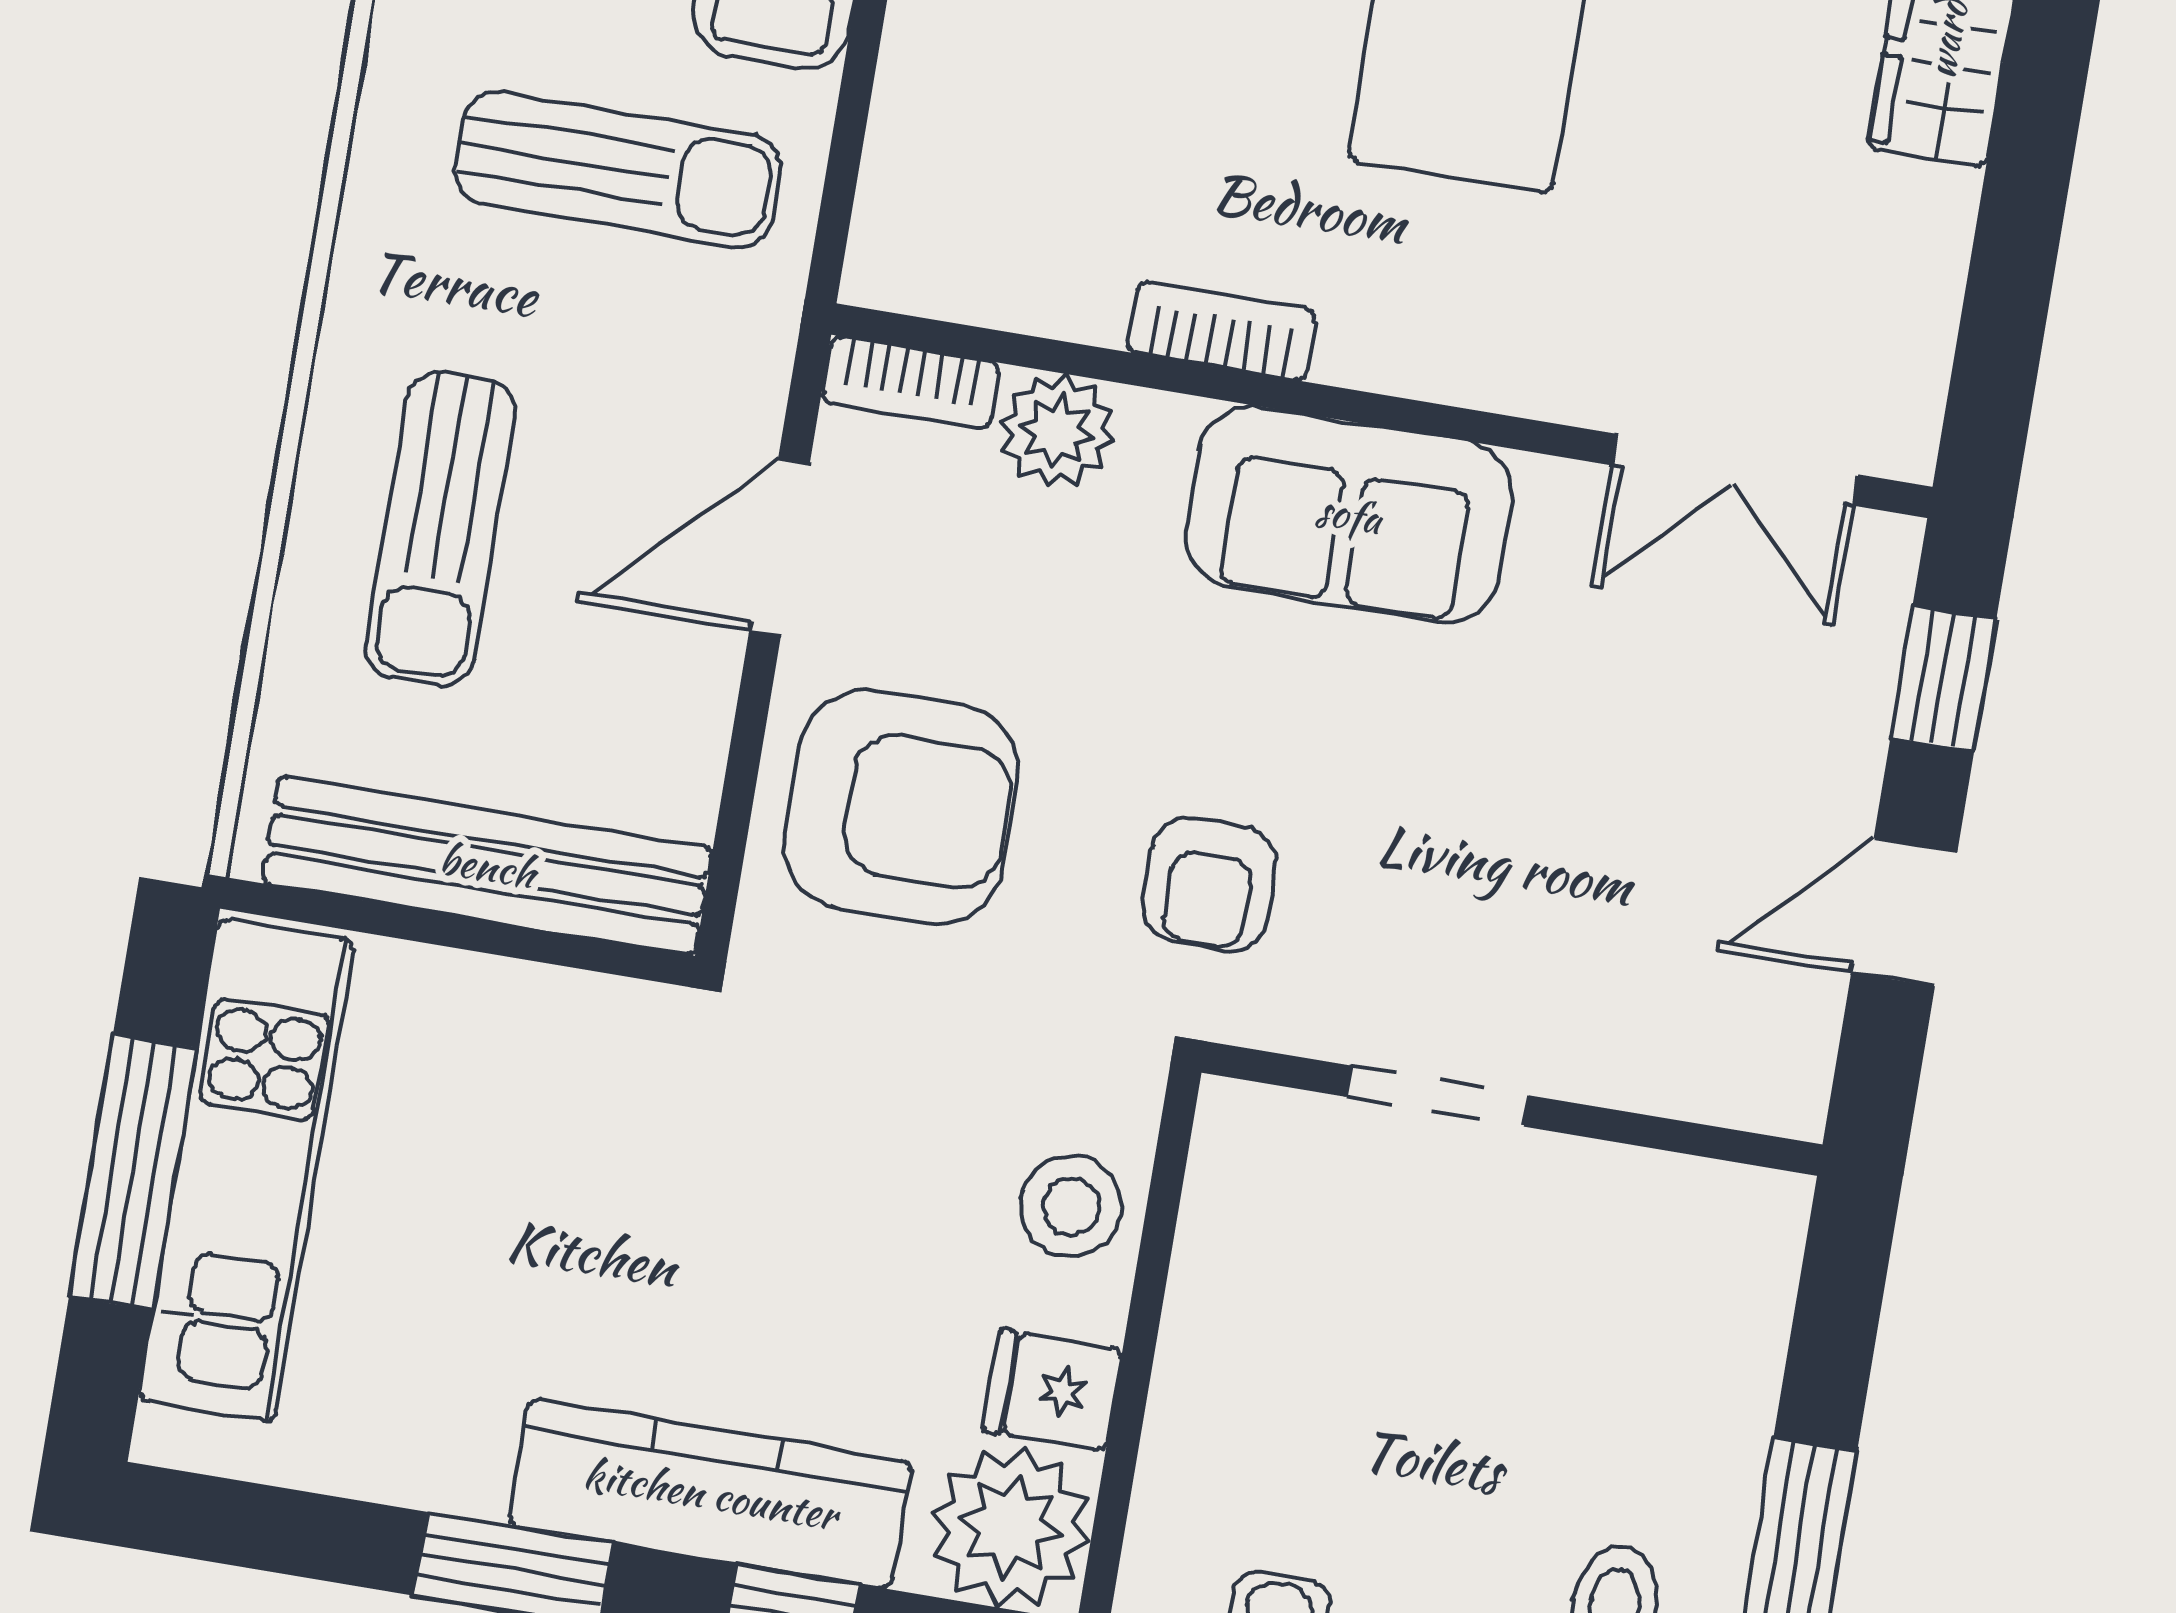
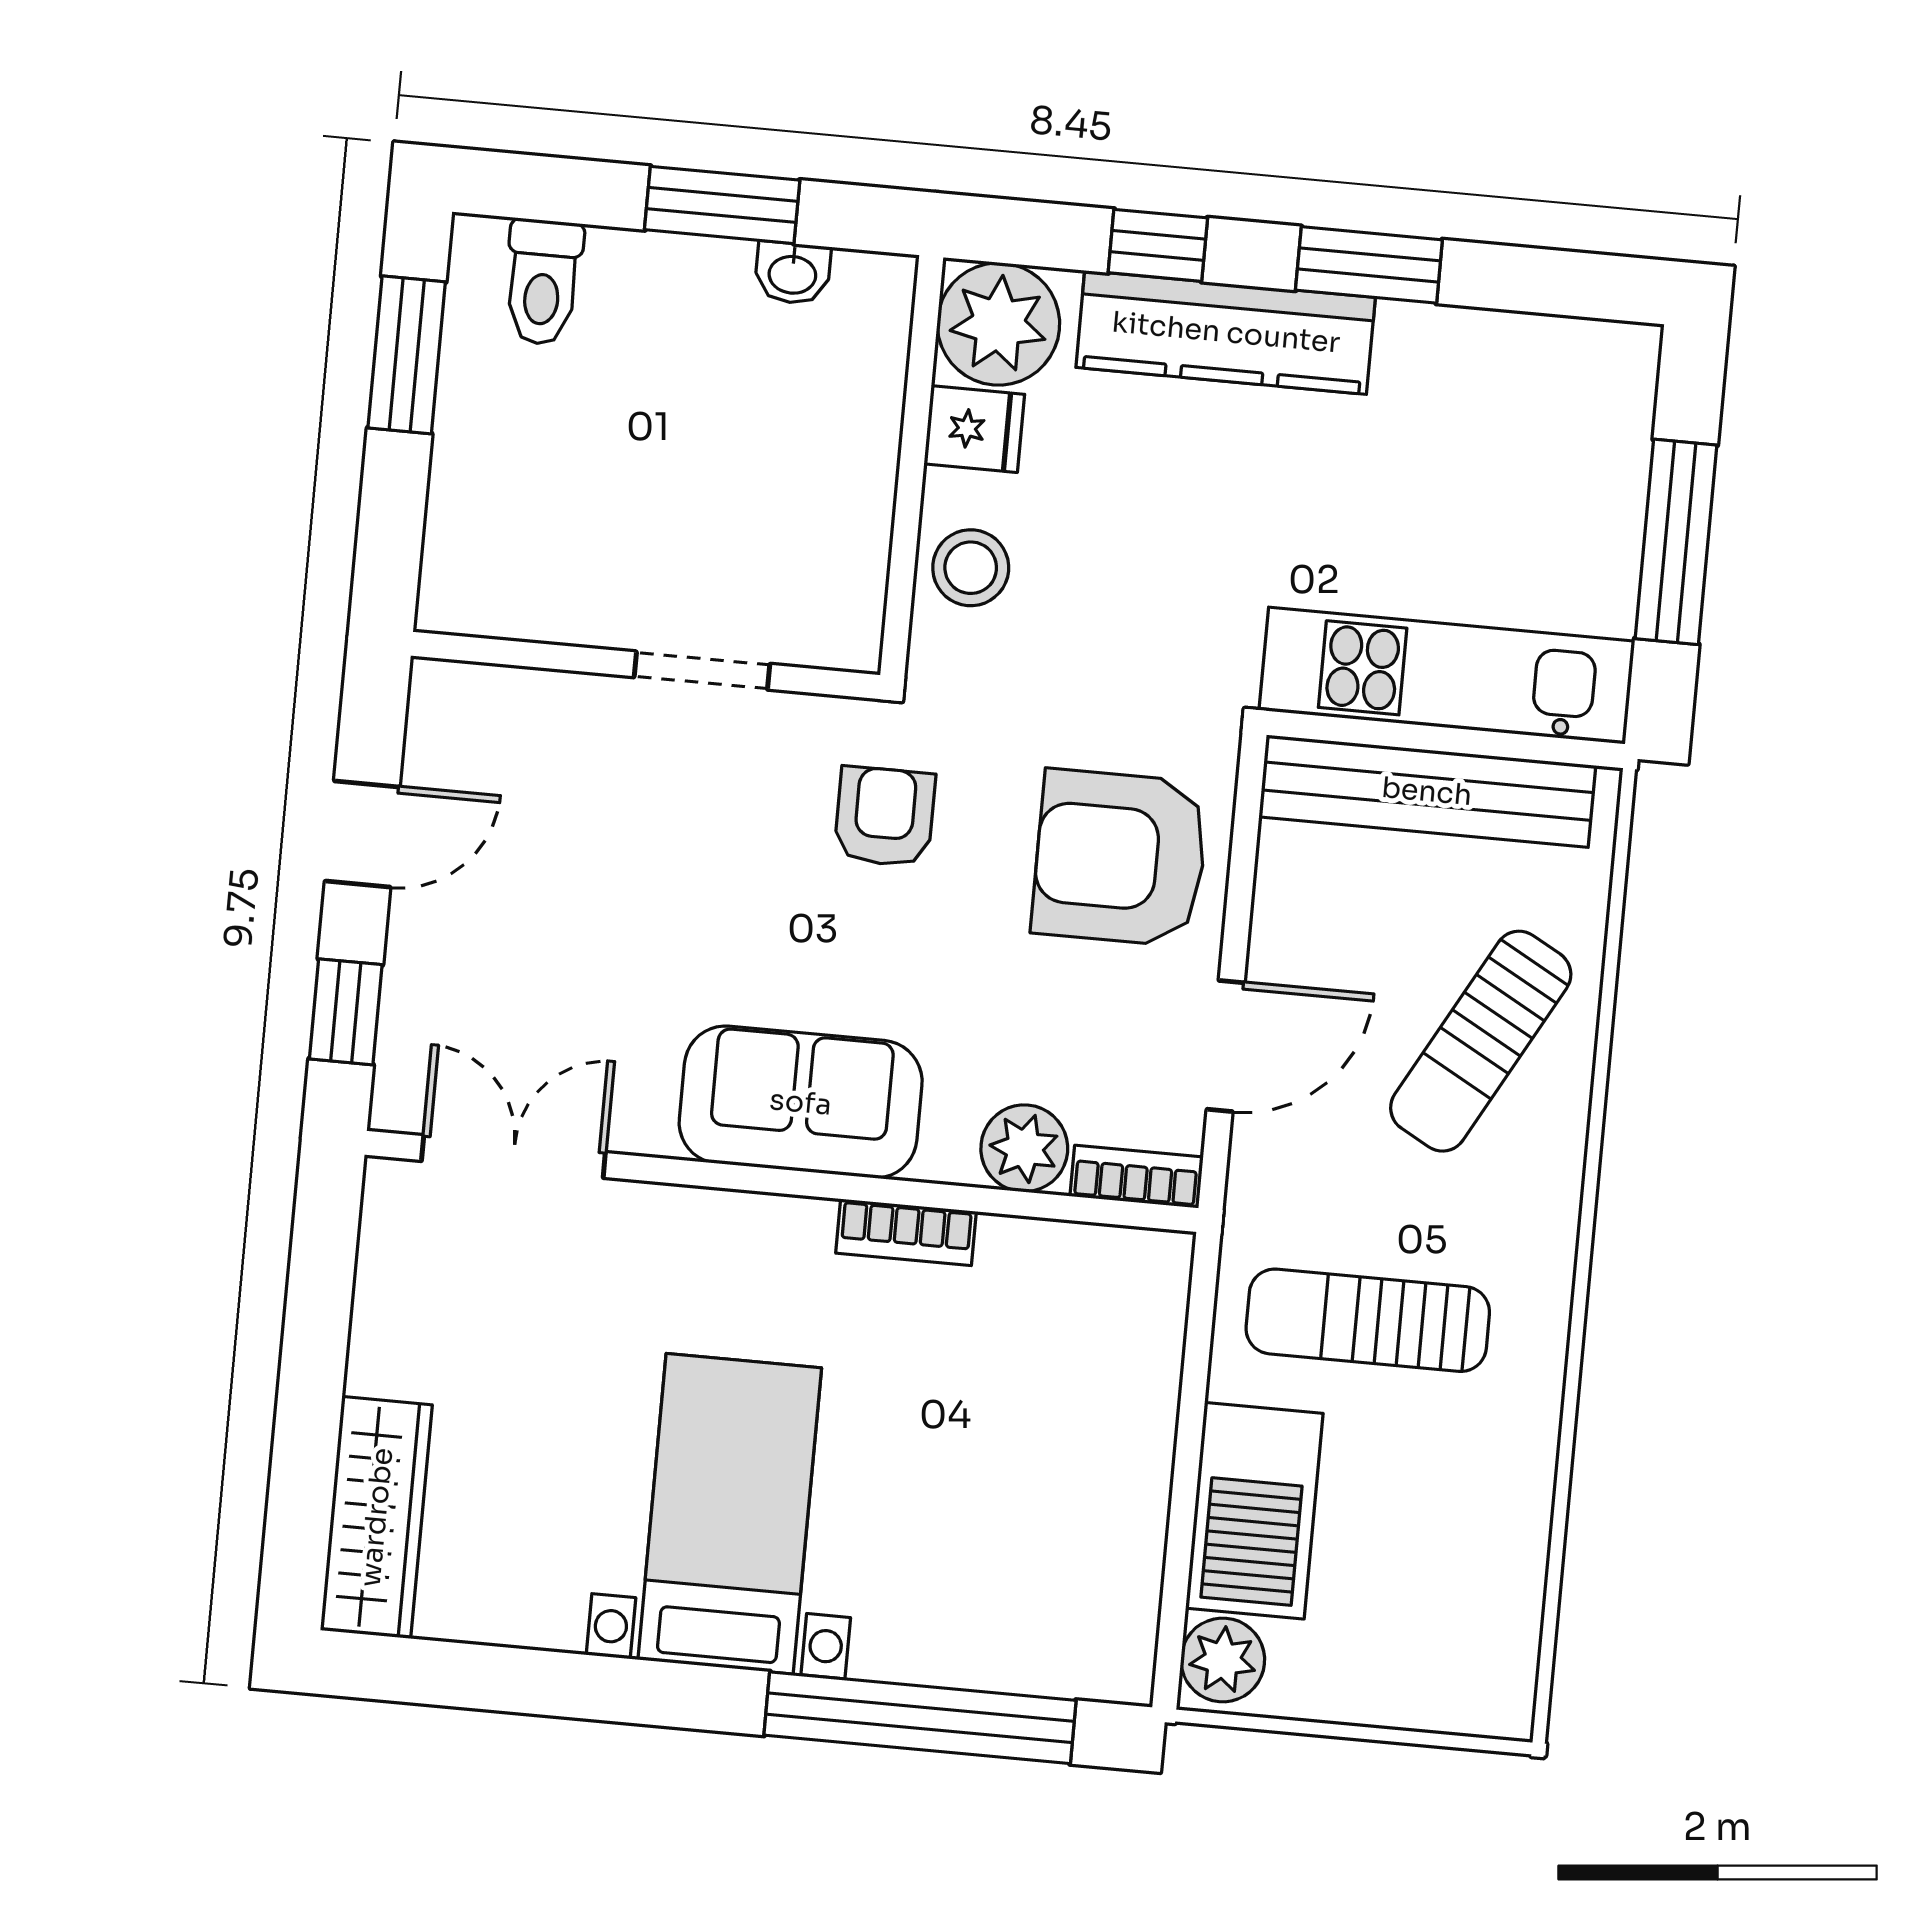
sun lounger: (441, 529) -> (1481, 1041), turned -151
kitchen unit: (246, 1170) -> (1447, 676), moved, turned 90

